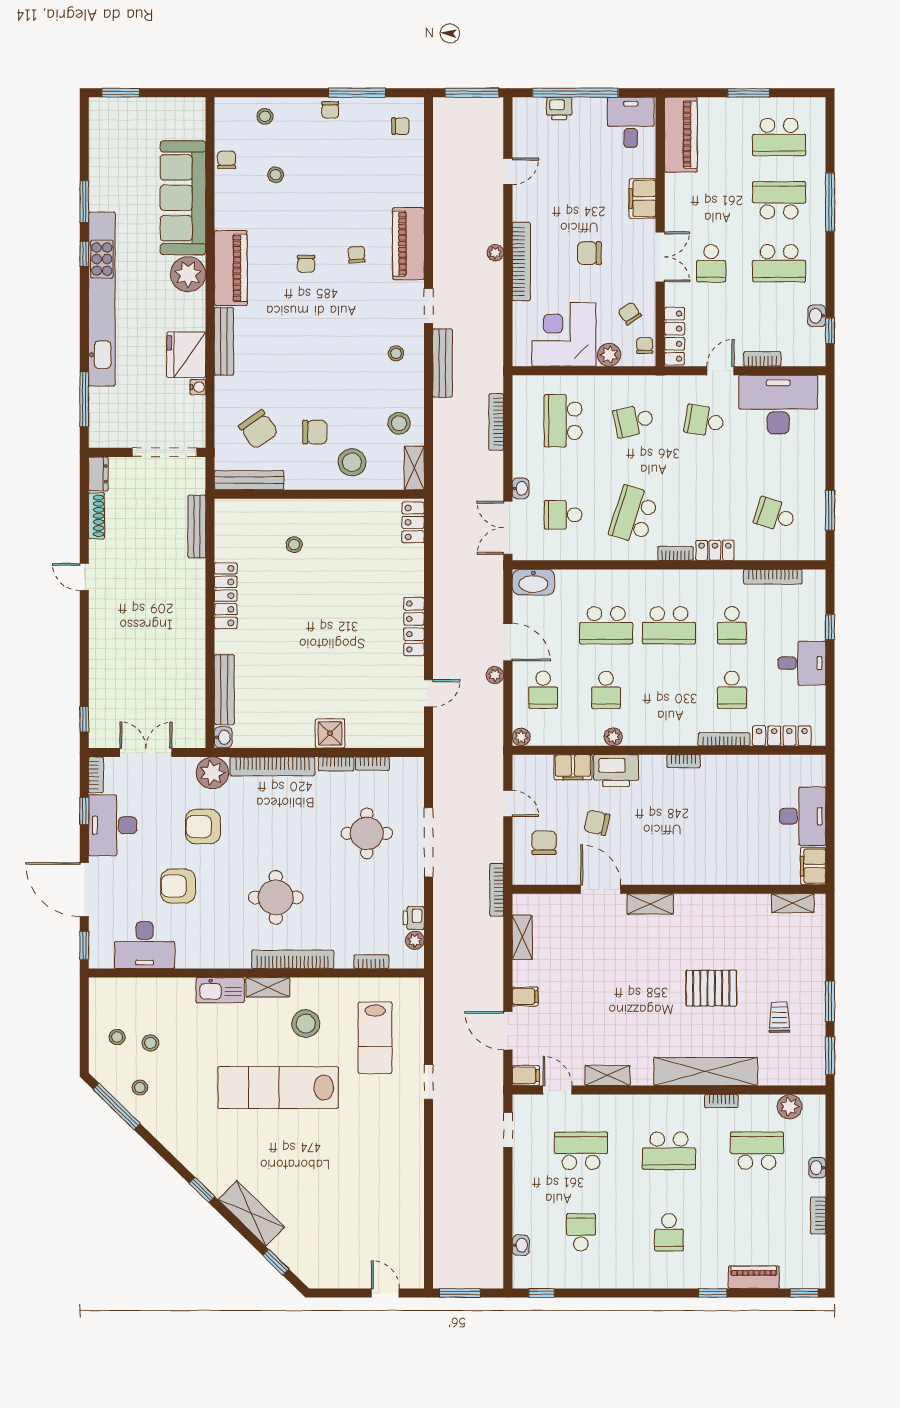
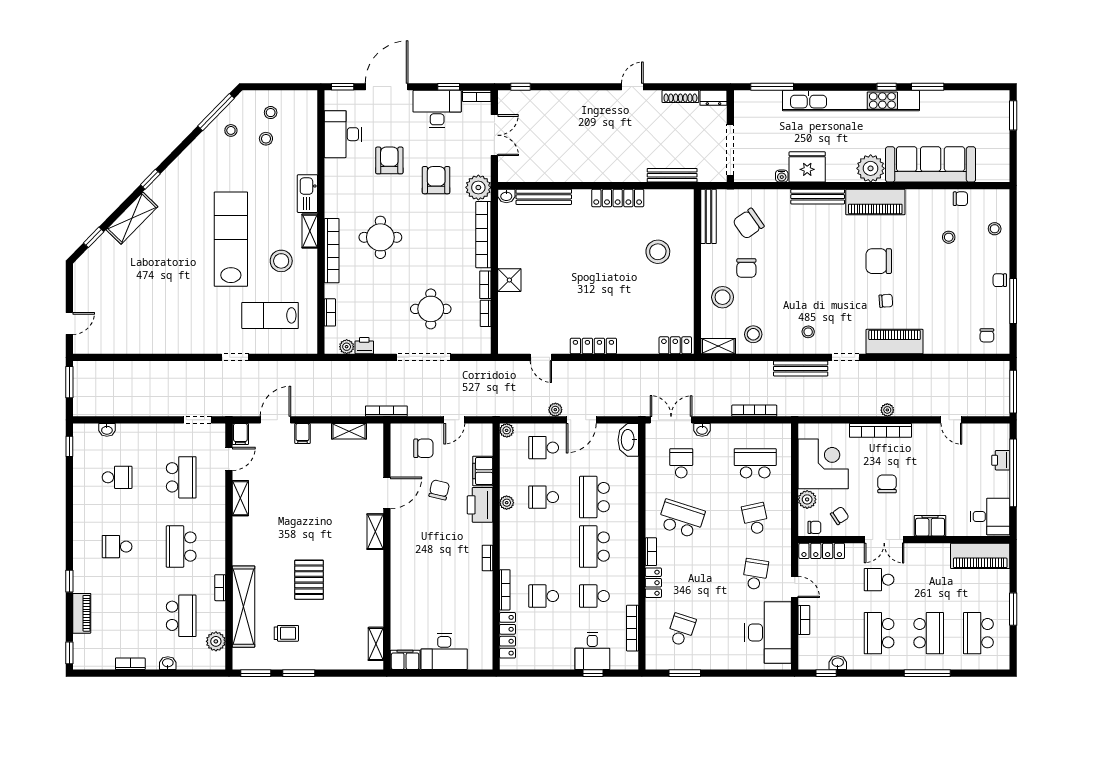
chair: (306, 264) -> (879, 261), width x1.87, depth x1.87
stool: (294, 545) -> (658, 252), width x1.89, depth x1.89
desk: (802, 663) -> (592, 651), moved
shelving: (706, 1071) -> (244, 607), moved

